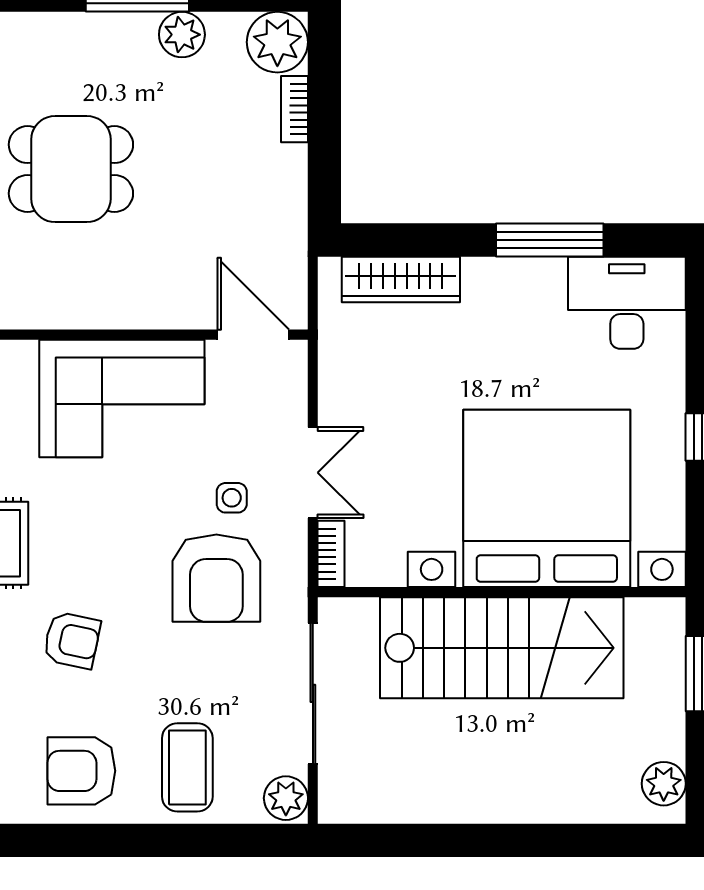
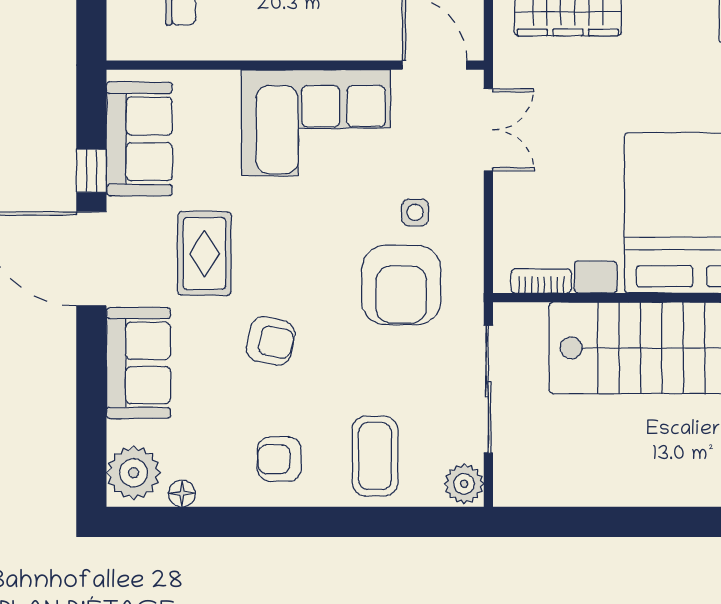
double door: (313, 473) -> (488, 130), moved
bookcase: (331, 554) -> (541, 281), moved, turned -90
armchair: (81, 771) -> (279, 459), width x0.72, depth x0.72

